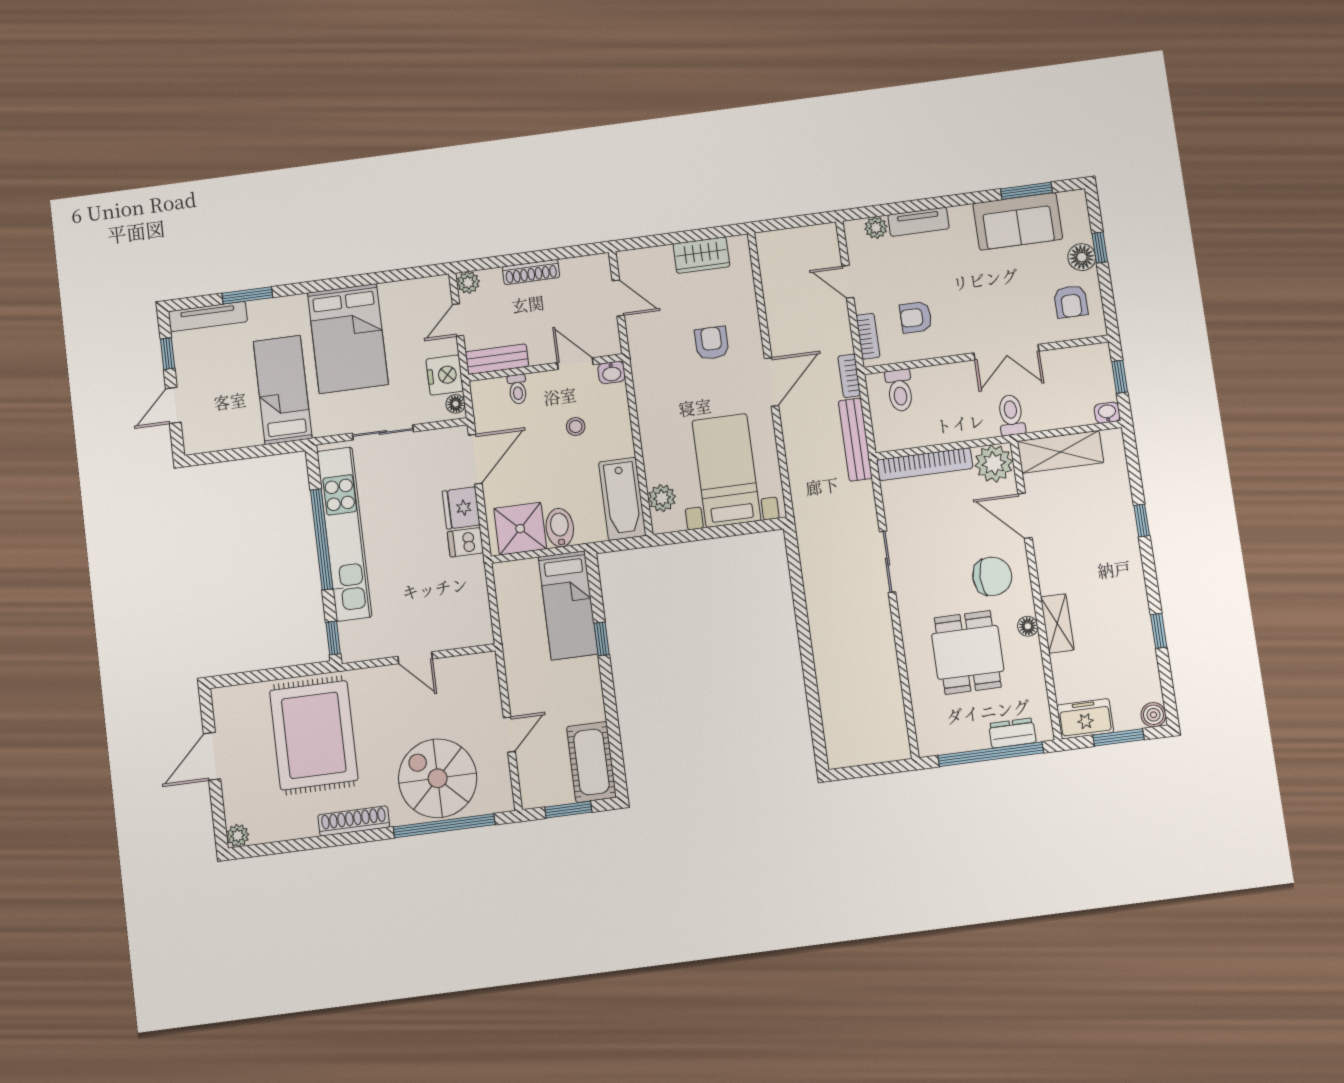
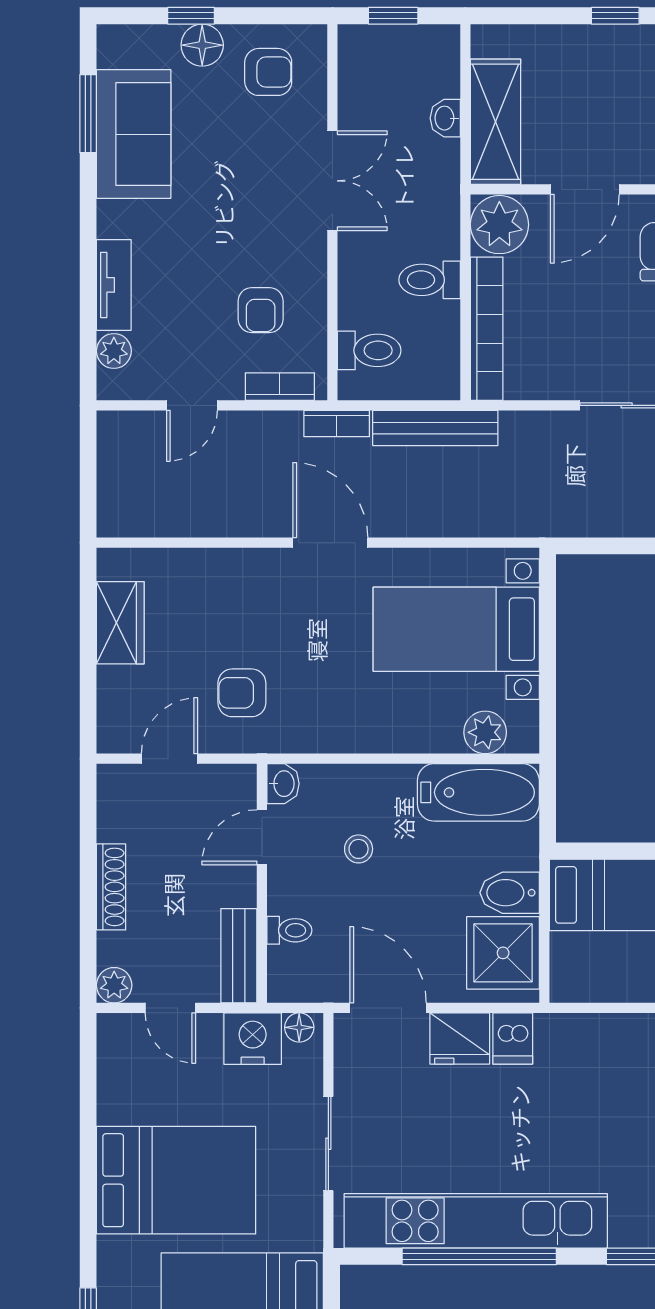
armchair: (712, 343) -> (242, 693), moved
washbasin: (1107, 413) -> (445, 118), moved
toilet: (1011, 415) -> (430, 280), moved

